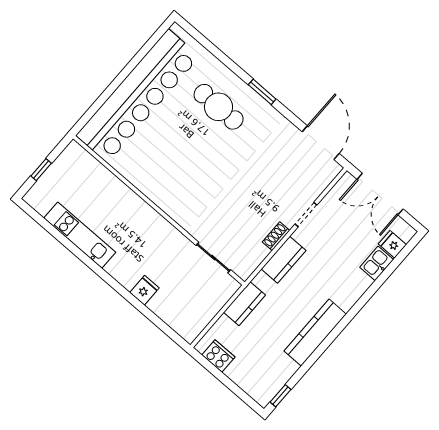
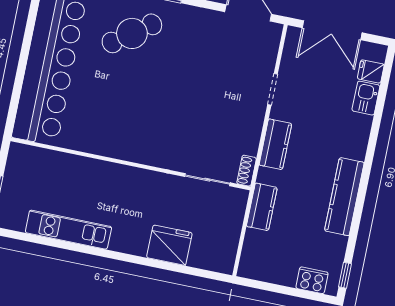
cafe table: (219, 107) -> (132, 33), turned -36
shoe rack: (276, 236) -> (247, 171), moved
fridge: (144, 290) -> (169, 245), width x1.88, depth x1.34
cooker: (218, 356) -> (312, 280), moved

